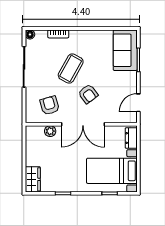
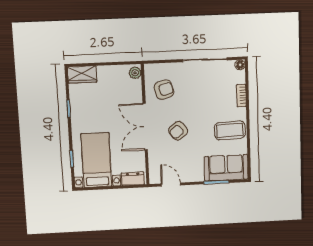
coffee table: (71, 69) -> (230, 130), moved, turned -31
plant: (50, 131) -> (135, 73), moved

